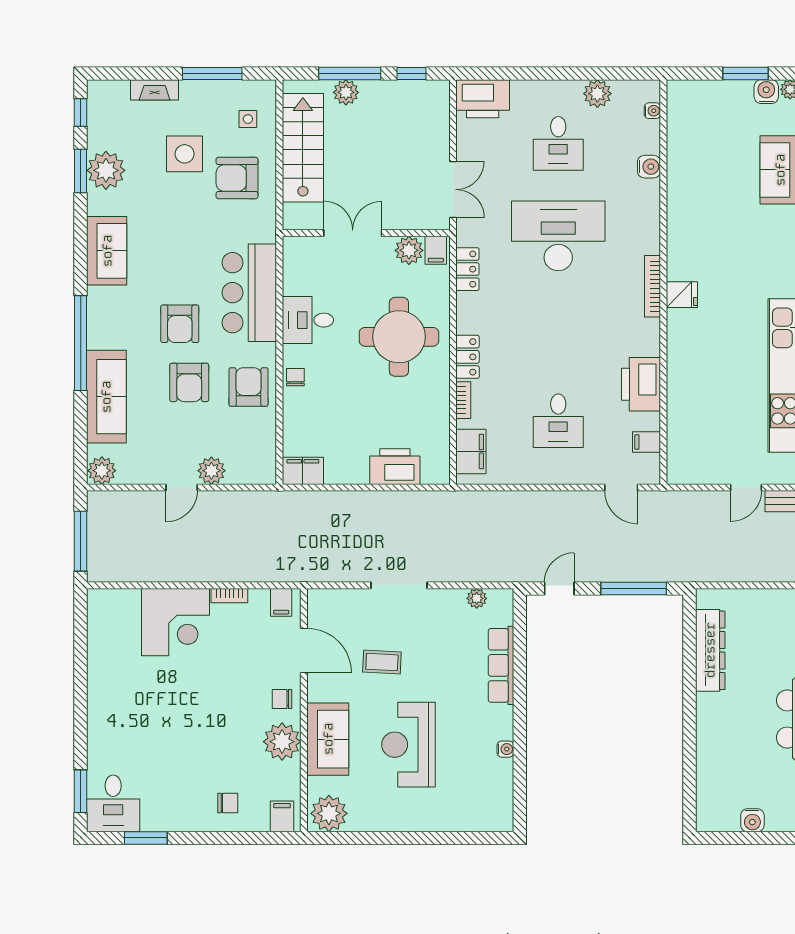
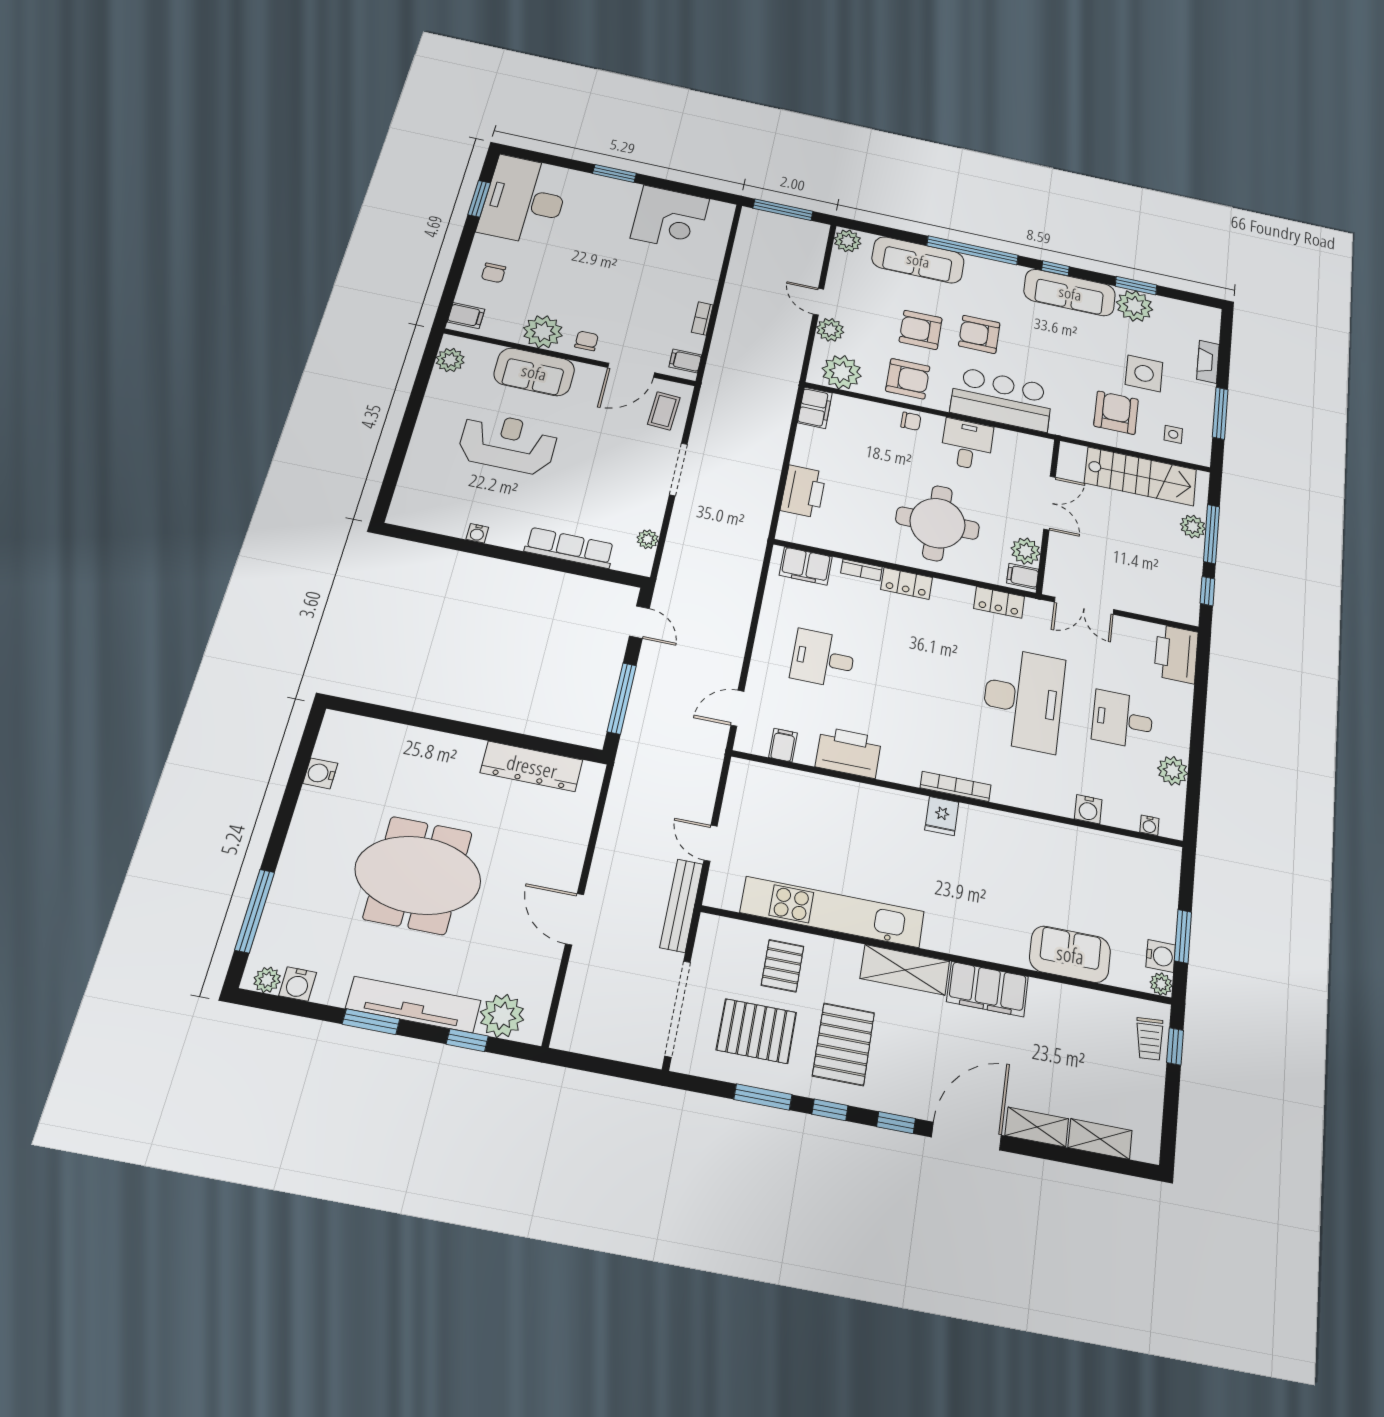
window: (81, 112) -> (1056, 268), moved
sofa: (107, 251) -> (1070, 293), width x1.36
plant: (257, 452) -> (842, 372), added
corner desk: (175, 622) -> (670, 218), moved, turned -90
coffee table: (382, 662) -> (664, 411), moved
window: (81, 791) -> (614, 173), moved
desk: (113, 803) -> (524, 200), width x1.87, depth x1.30
plant: (329, 813) -> (450, 360), width x0.73, depth x0.73

